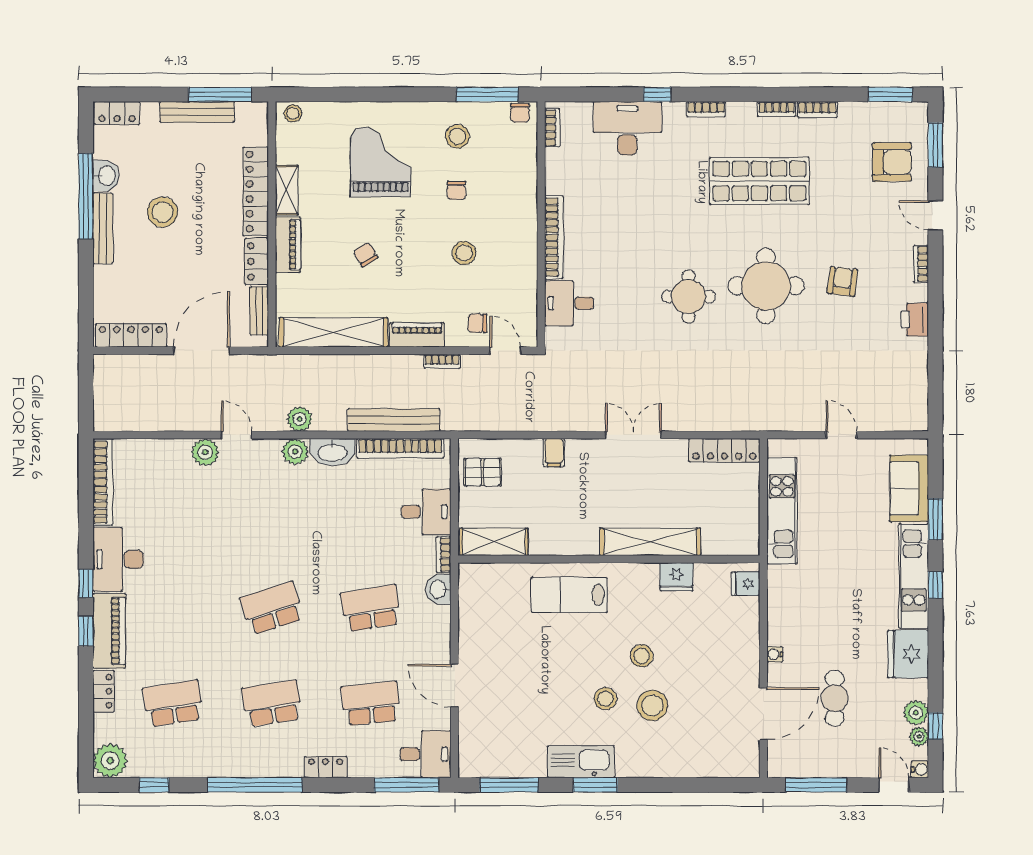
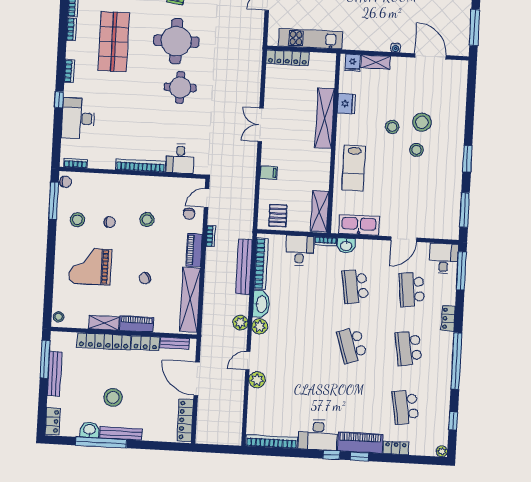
locker: (724, 450) -> (288, 58), moved, turned 90
shelving: (749, 622) -> (375, 62), added
cafe table: (835, 698) -> (424, 14), removed
plant: (110, 761) -> (442, 451), width x0.53, depth x0.53
kitchen sink: (581, 762) -> (359, 225), moved, turned 90

